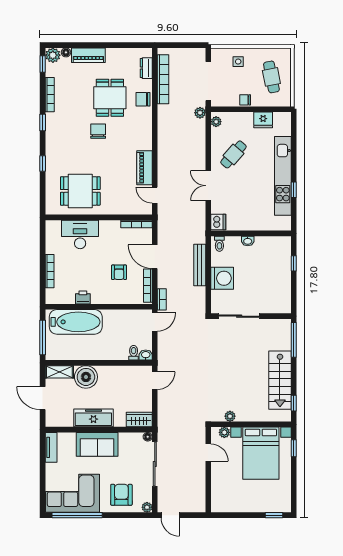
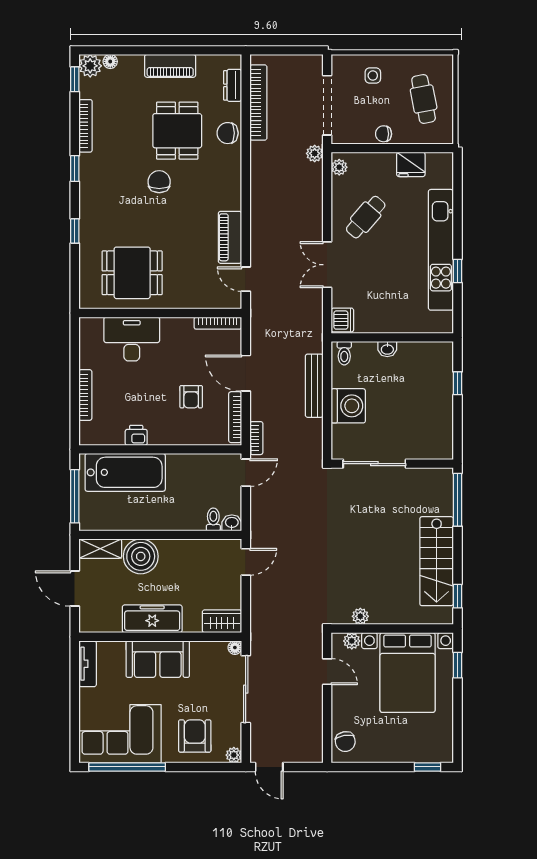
piano: (88, 55) -> (170, 66), moved
chair: (220, 498) -> (345, 742), added

